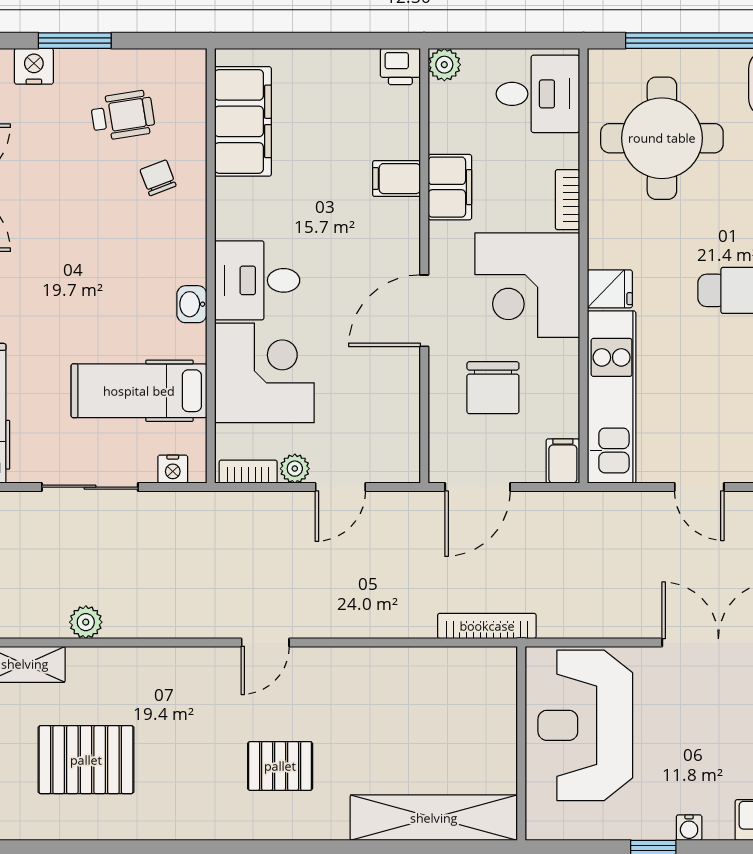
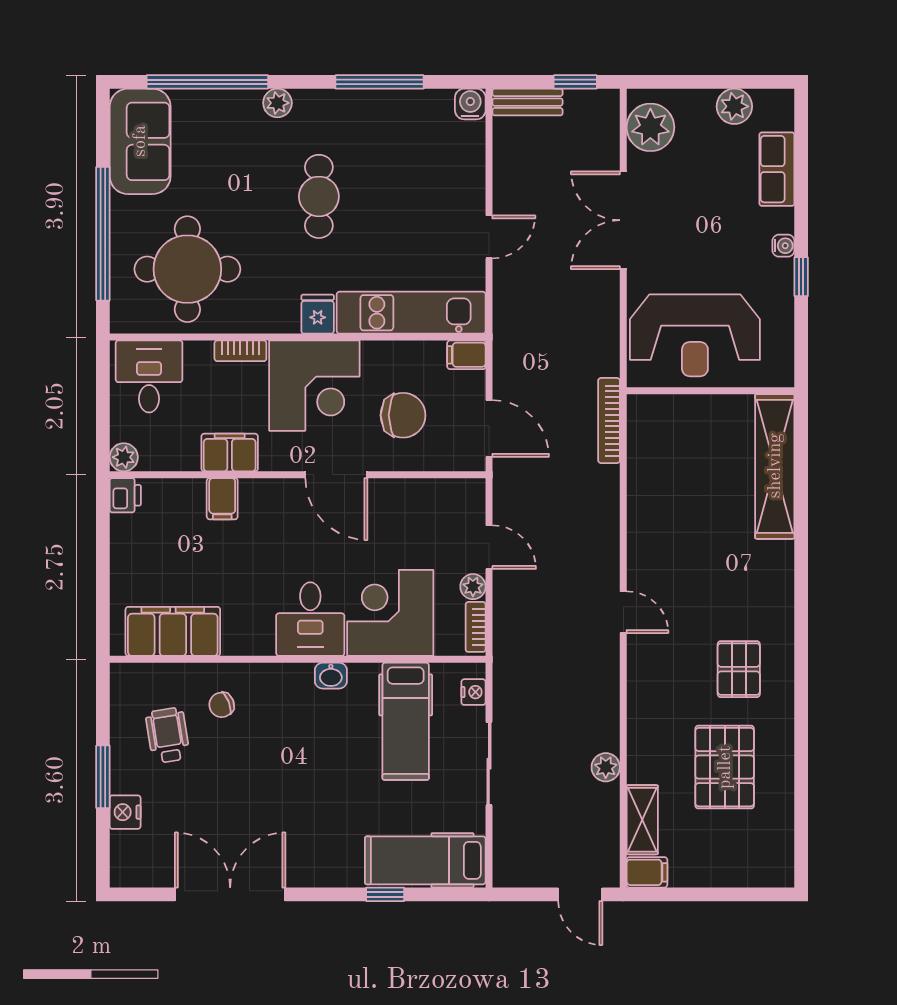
pallet: (280, 766) -> (739, 669), moved

